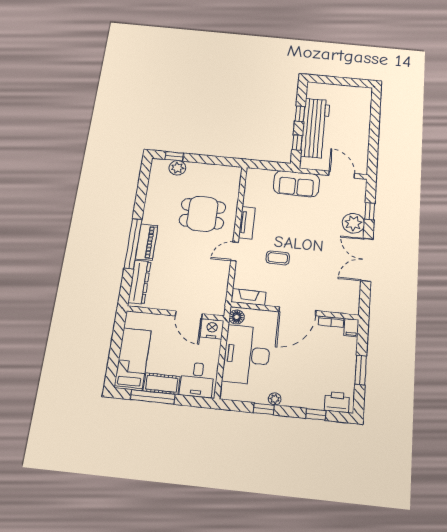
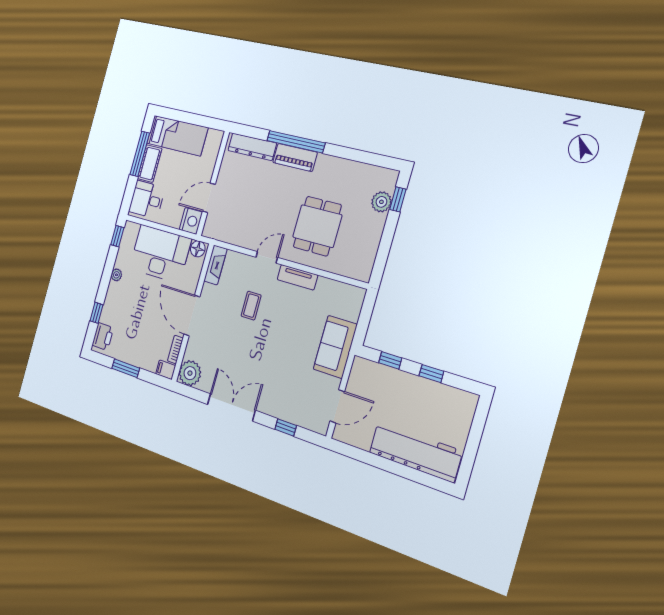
workbench: (315, 128) -> (415, 452), moved, turned 180
plant: (353, 223) -> (190, 373), moved
door: (234, 252) -> (267, 257), hinge flipped
window: (264, 409) -> (117, 236), moved

